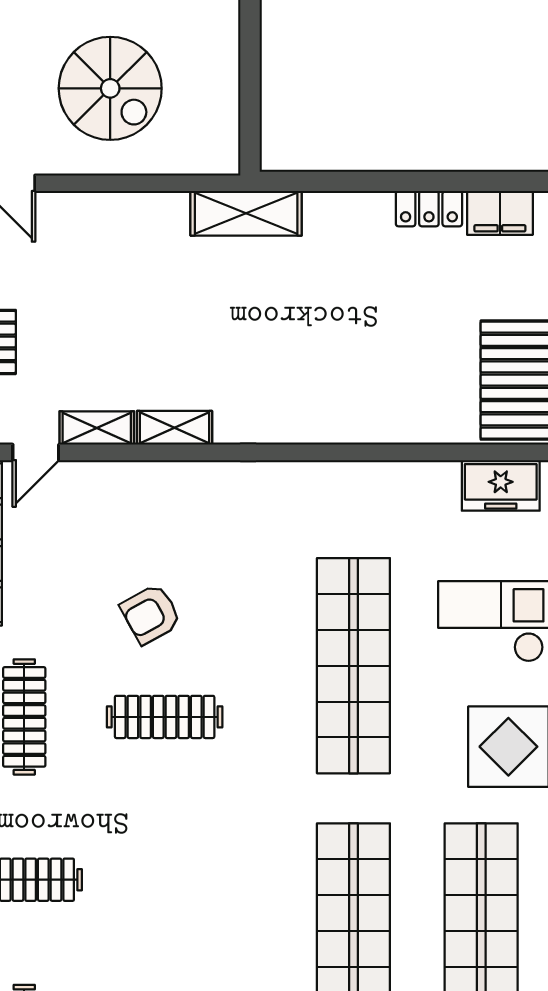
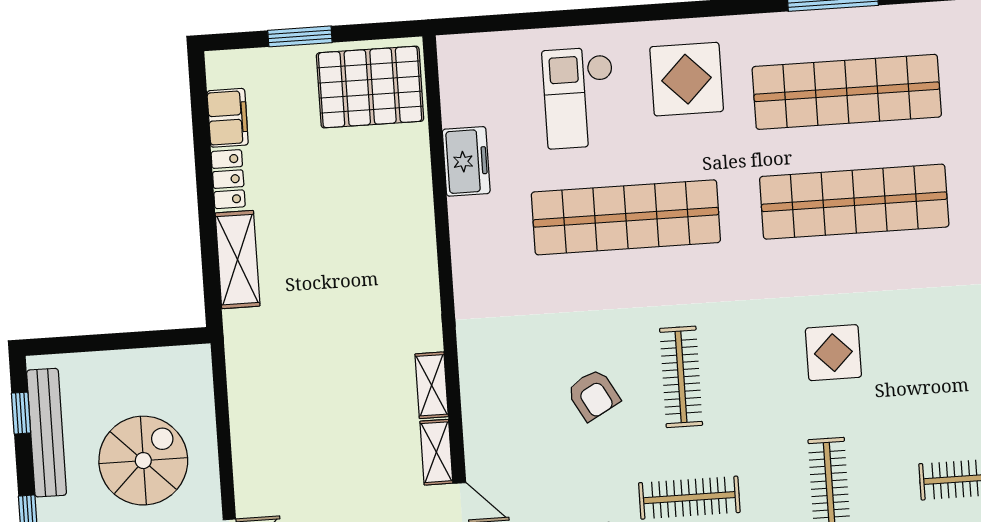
shelving: (246, 213) -> (238, 260), moved
freezer: (501, 485) -> (466, 161), moved
display table: (181, 895) -> (833, 353), added

